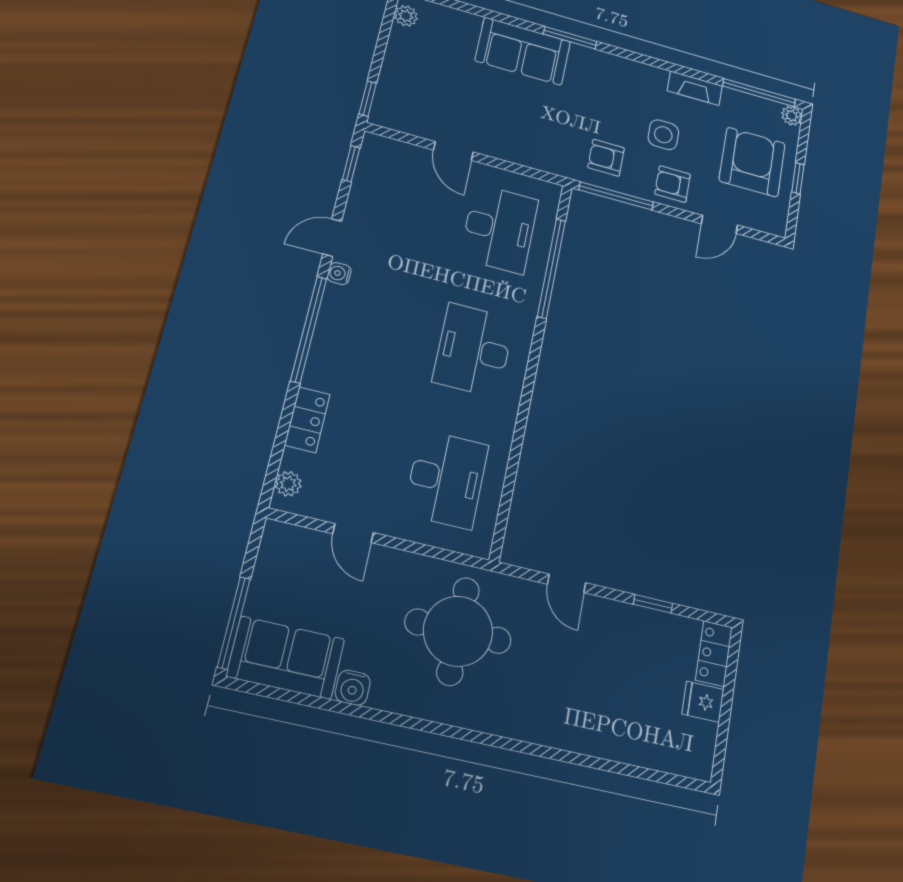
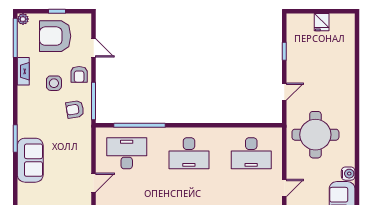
armchair: (606, 158) -> (75, 109), turned 81
desk: (446, 479) -> (251, 153), turned 180
locker: (714, 654) -> (300, 20), removed

